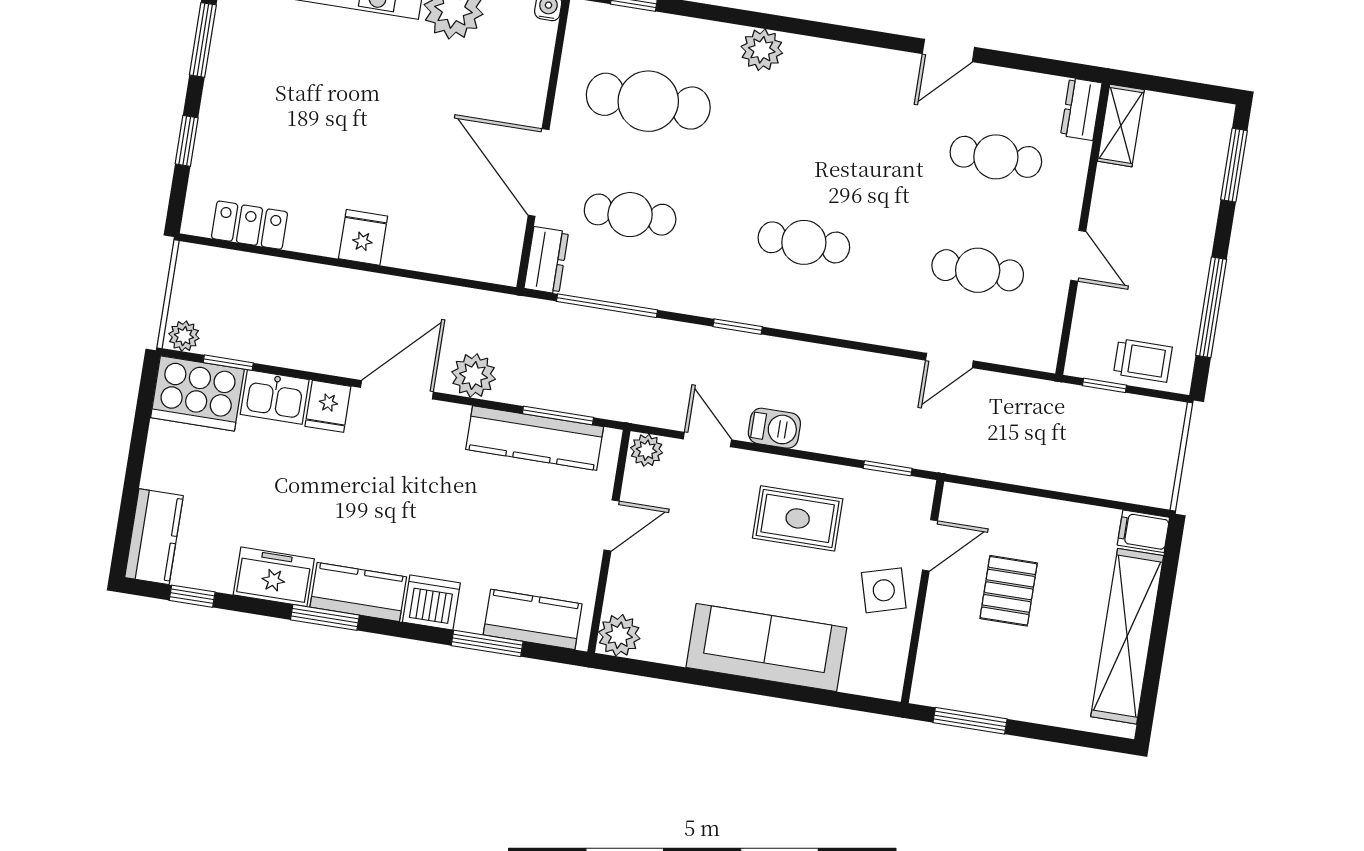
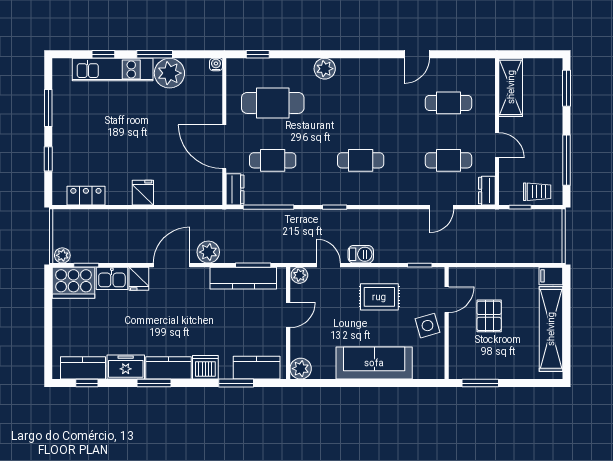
dresser: (1081, 109) -> (487, 191), moved
shelving: (1121, 125) -> (511, 87), width x1.50, depth x1.33
kitchen counter: (154, 537) -> (83, 368), moved, turned -90

